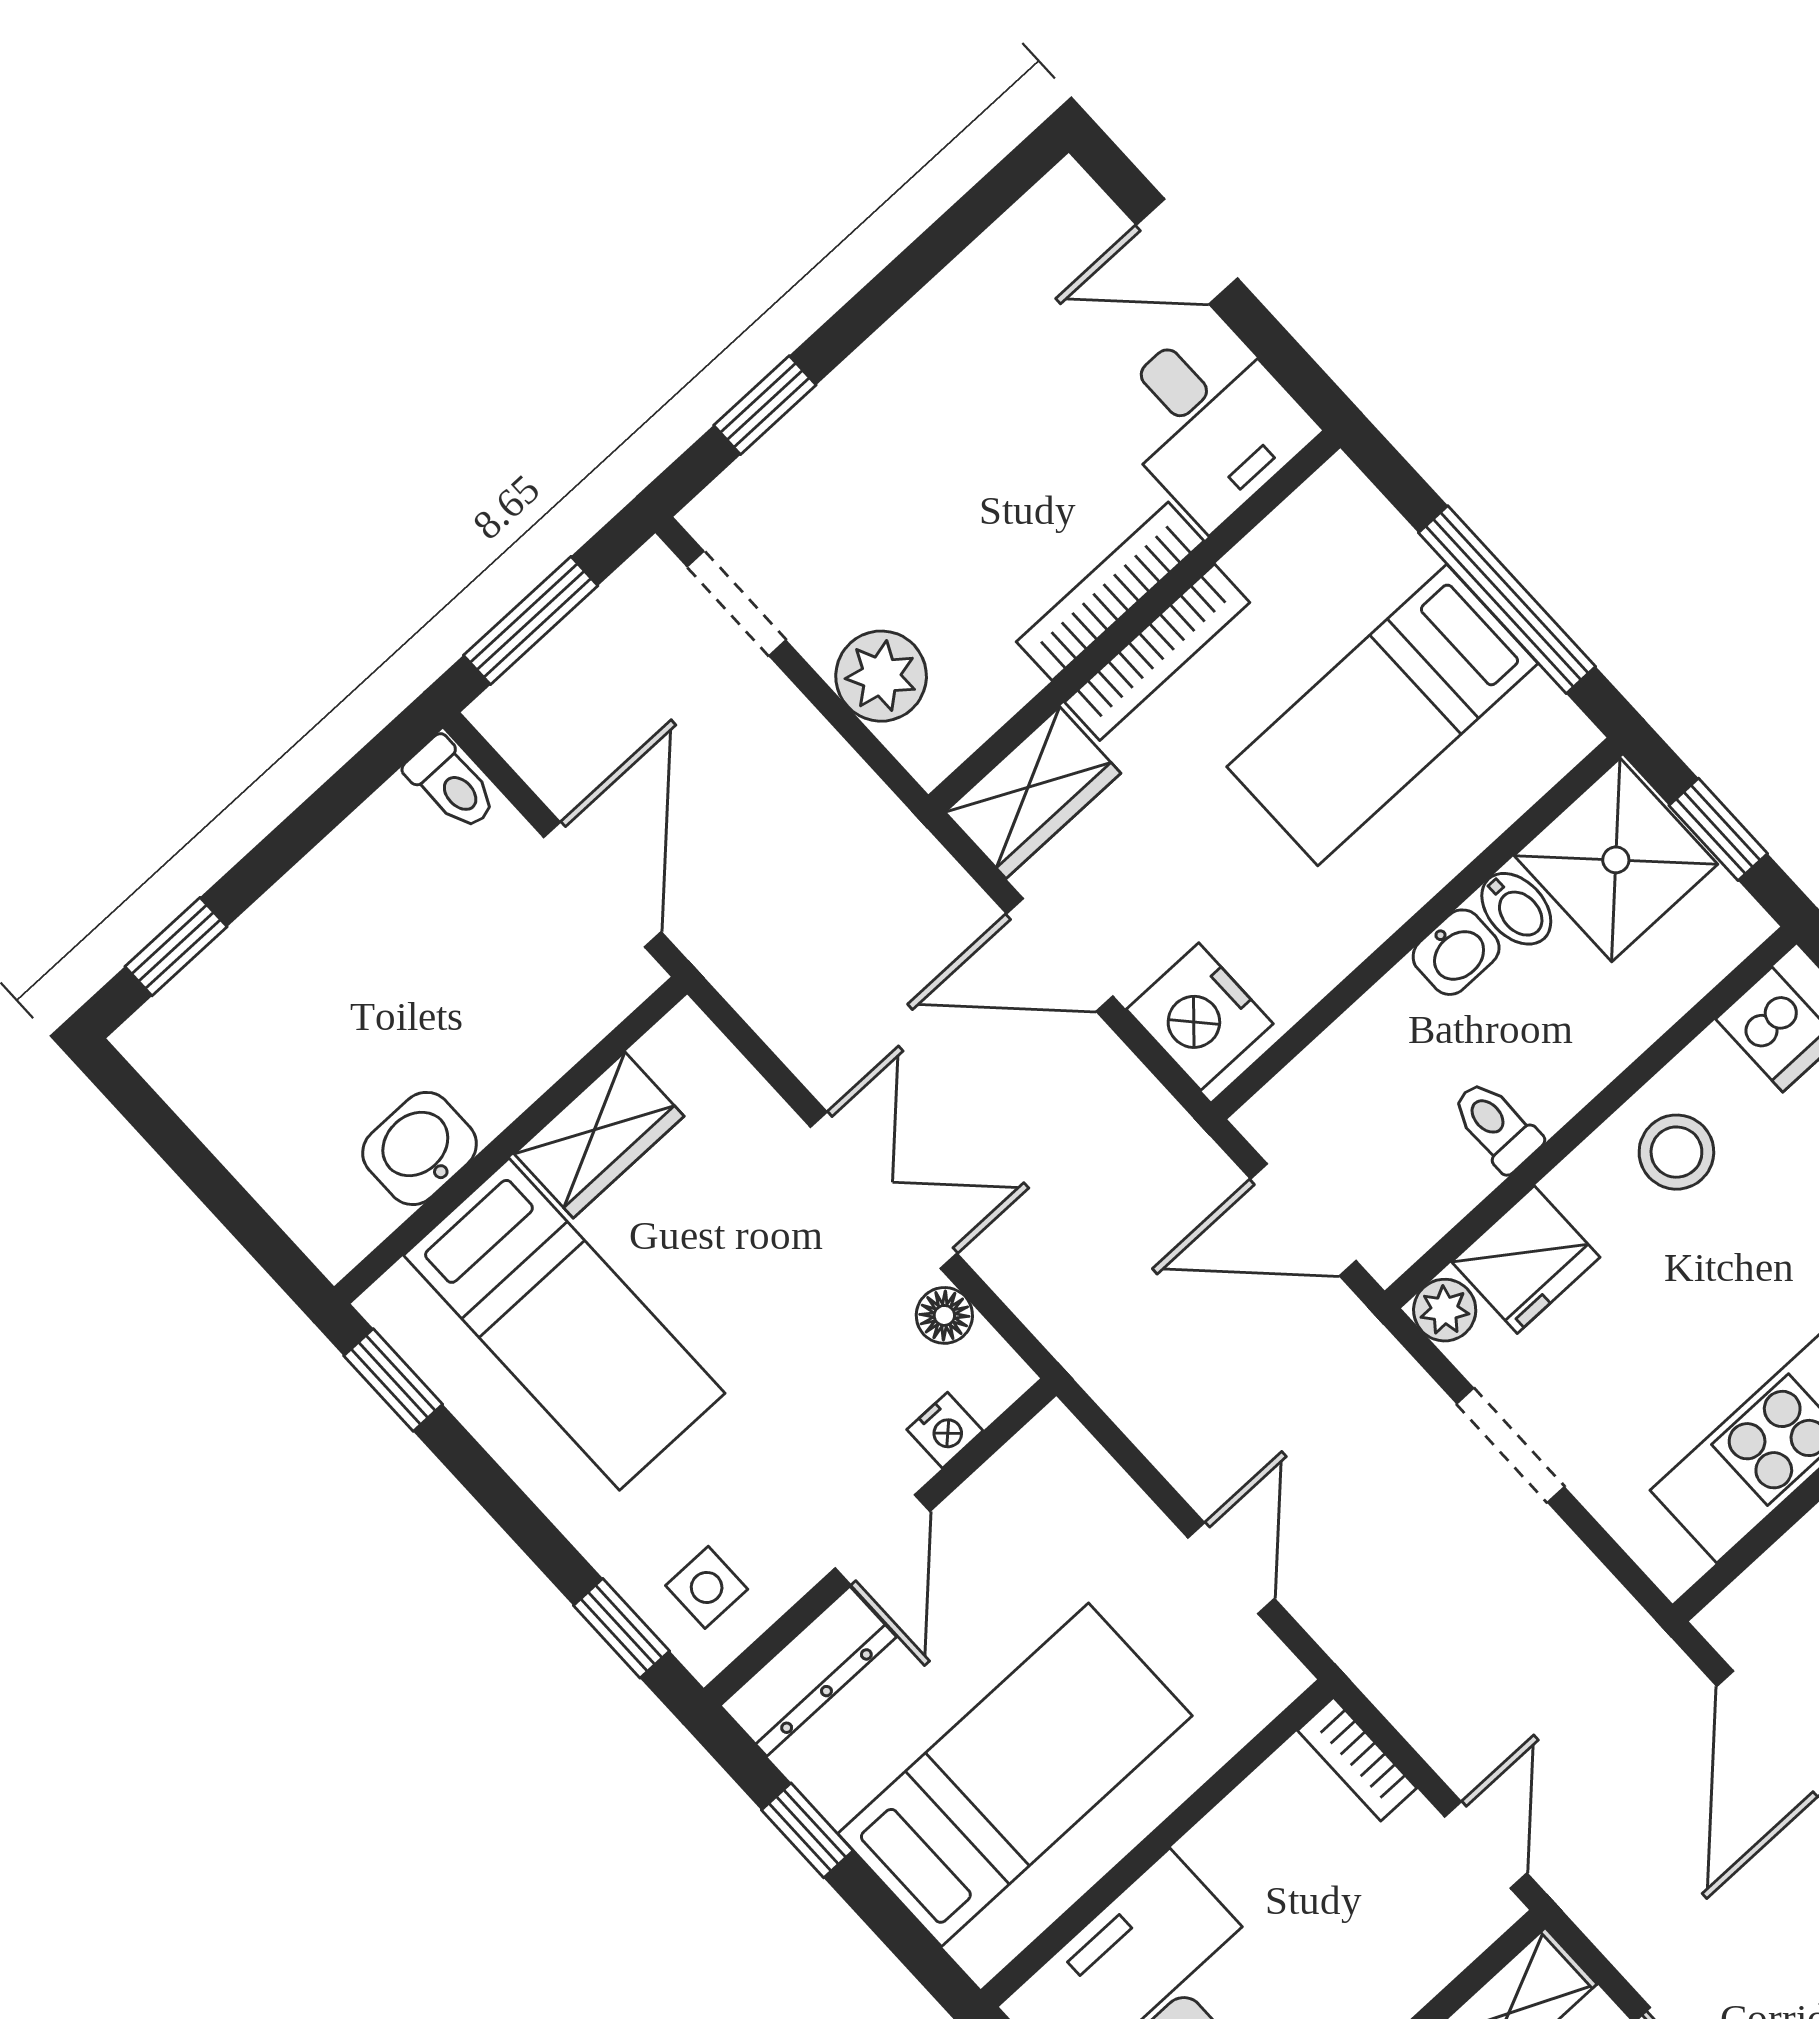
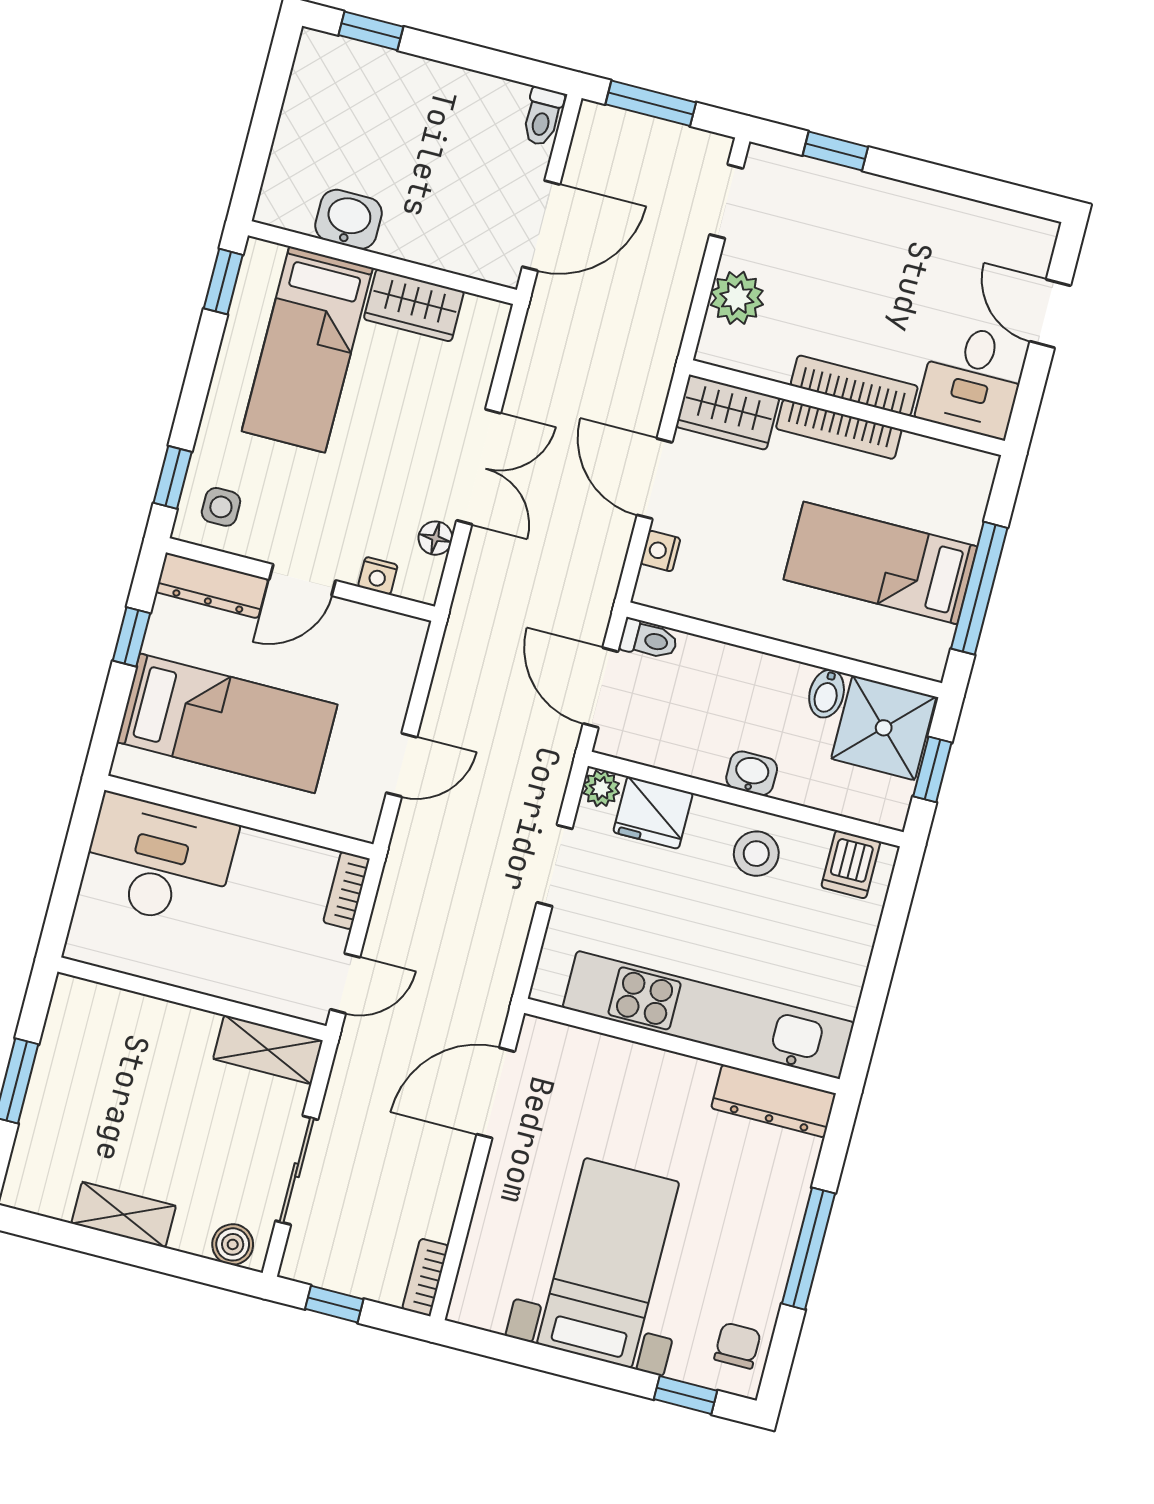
washbasin: (1456, 952) -> (752, 773), moved, turned 180
nightstand: (1200, 1017) -> (660, 551), width x0.53, depth x0.56
toilet: (1496, 1126) -> (649, 640), moved, turned 90

